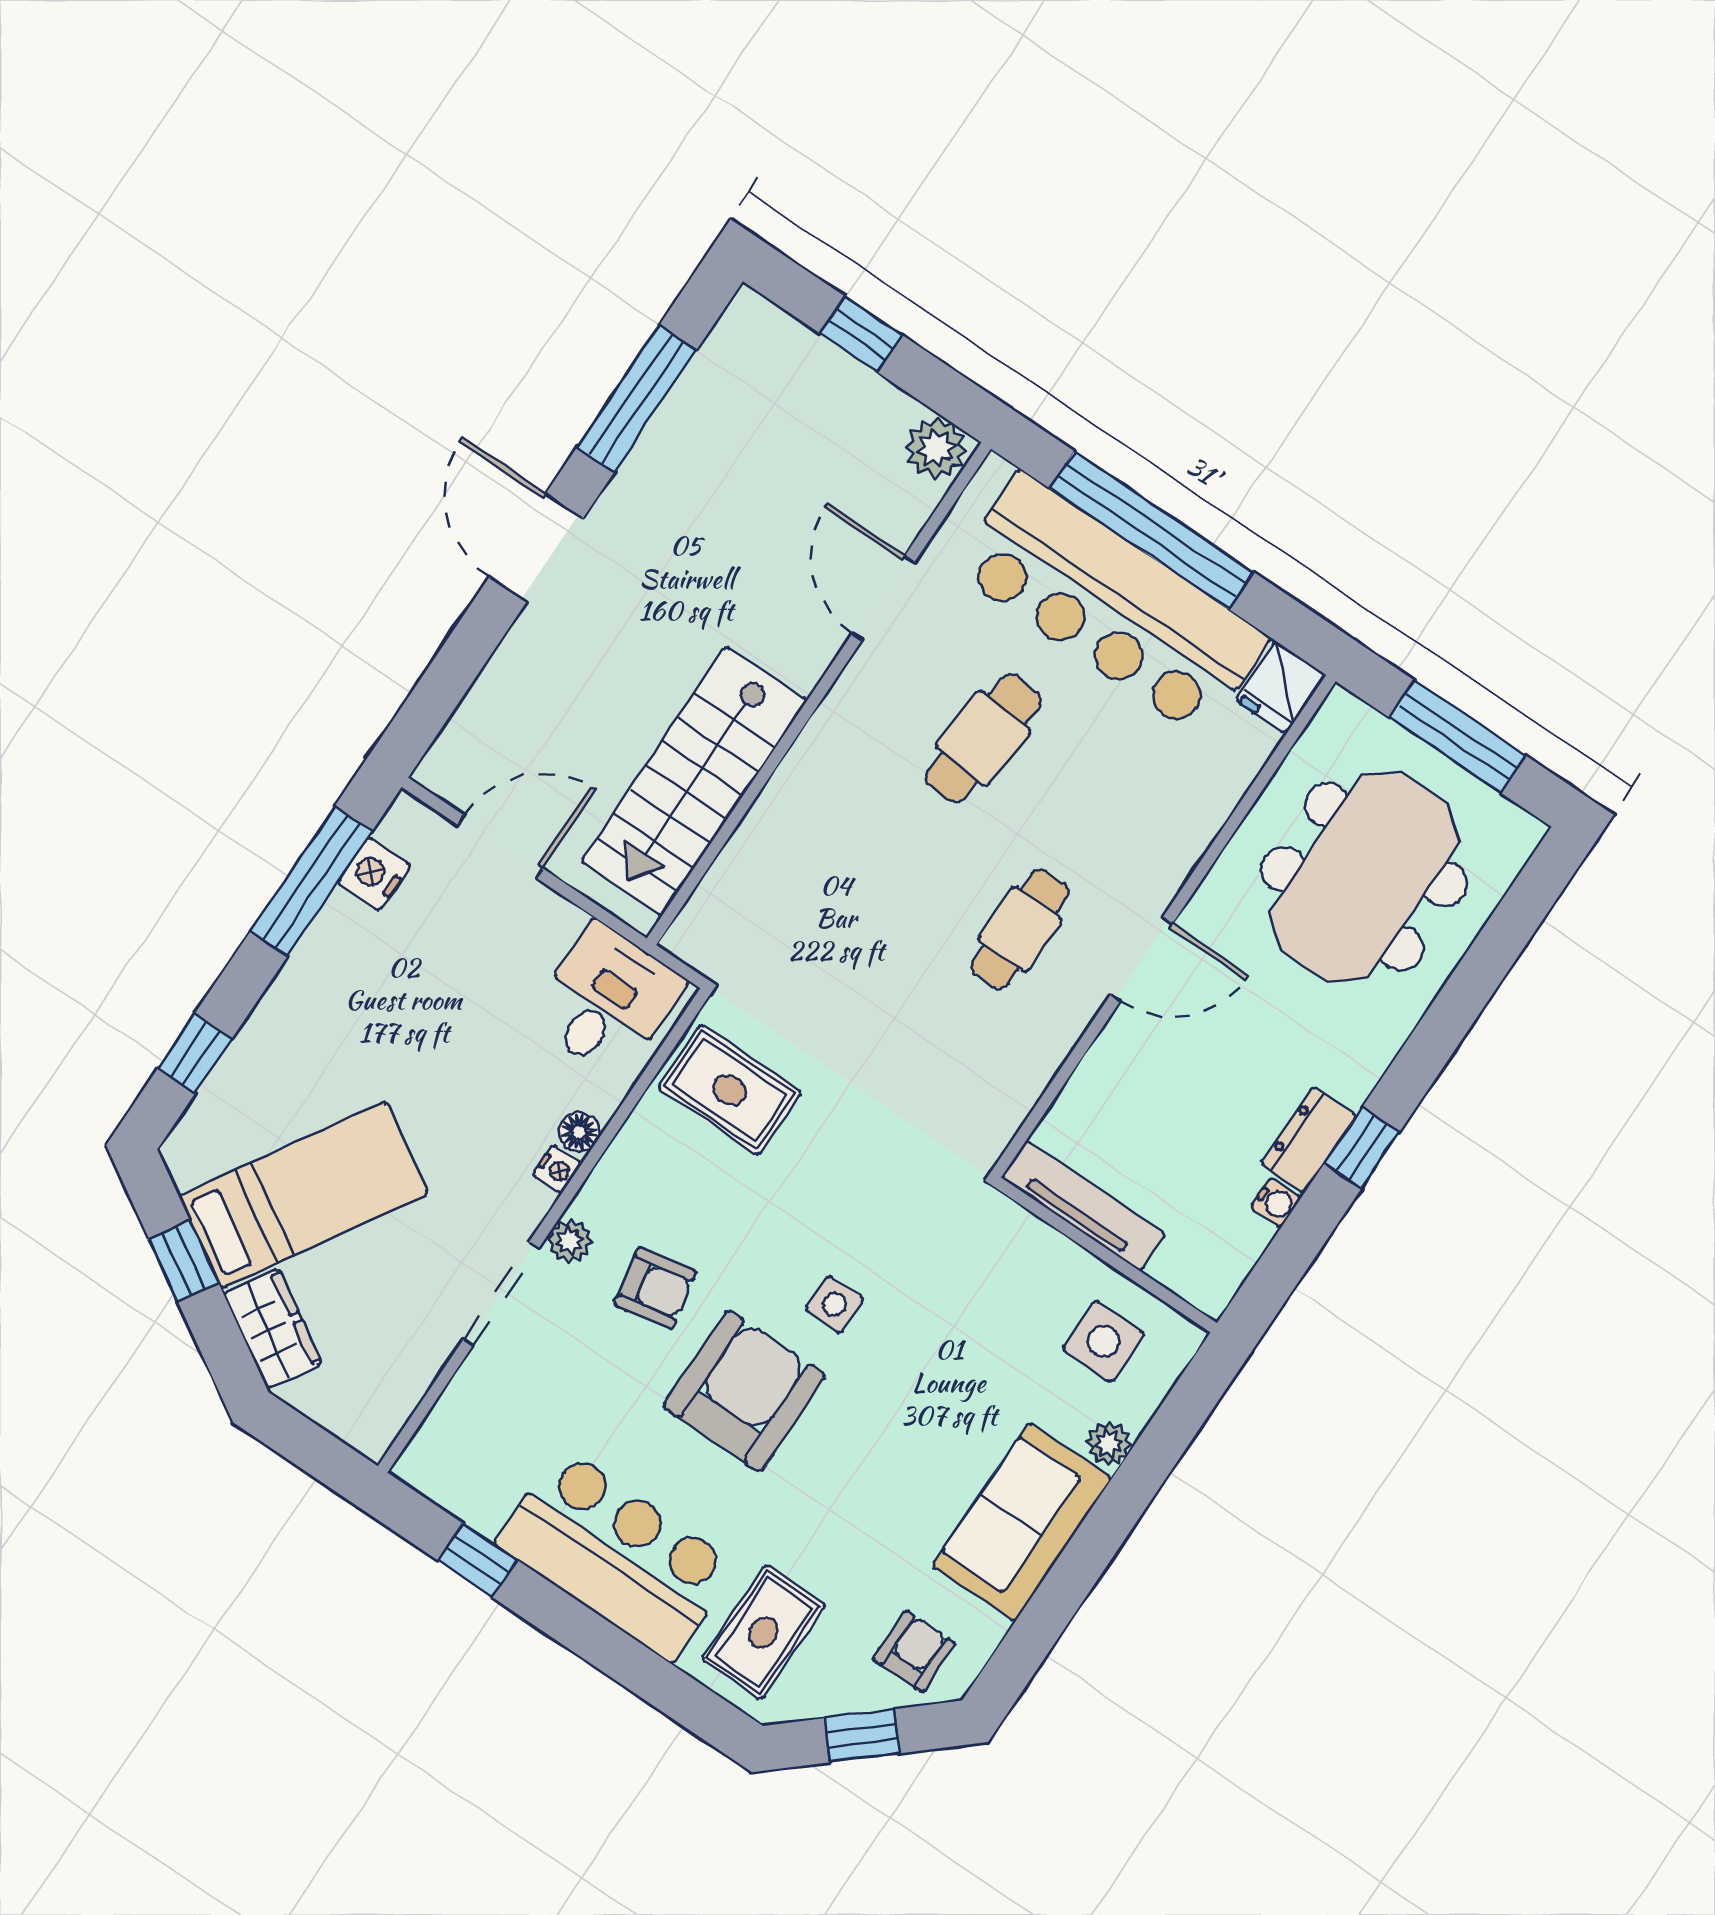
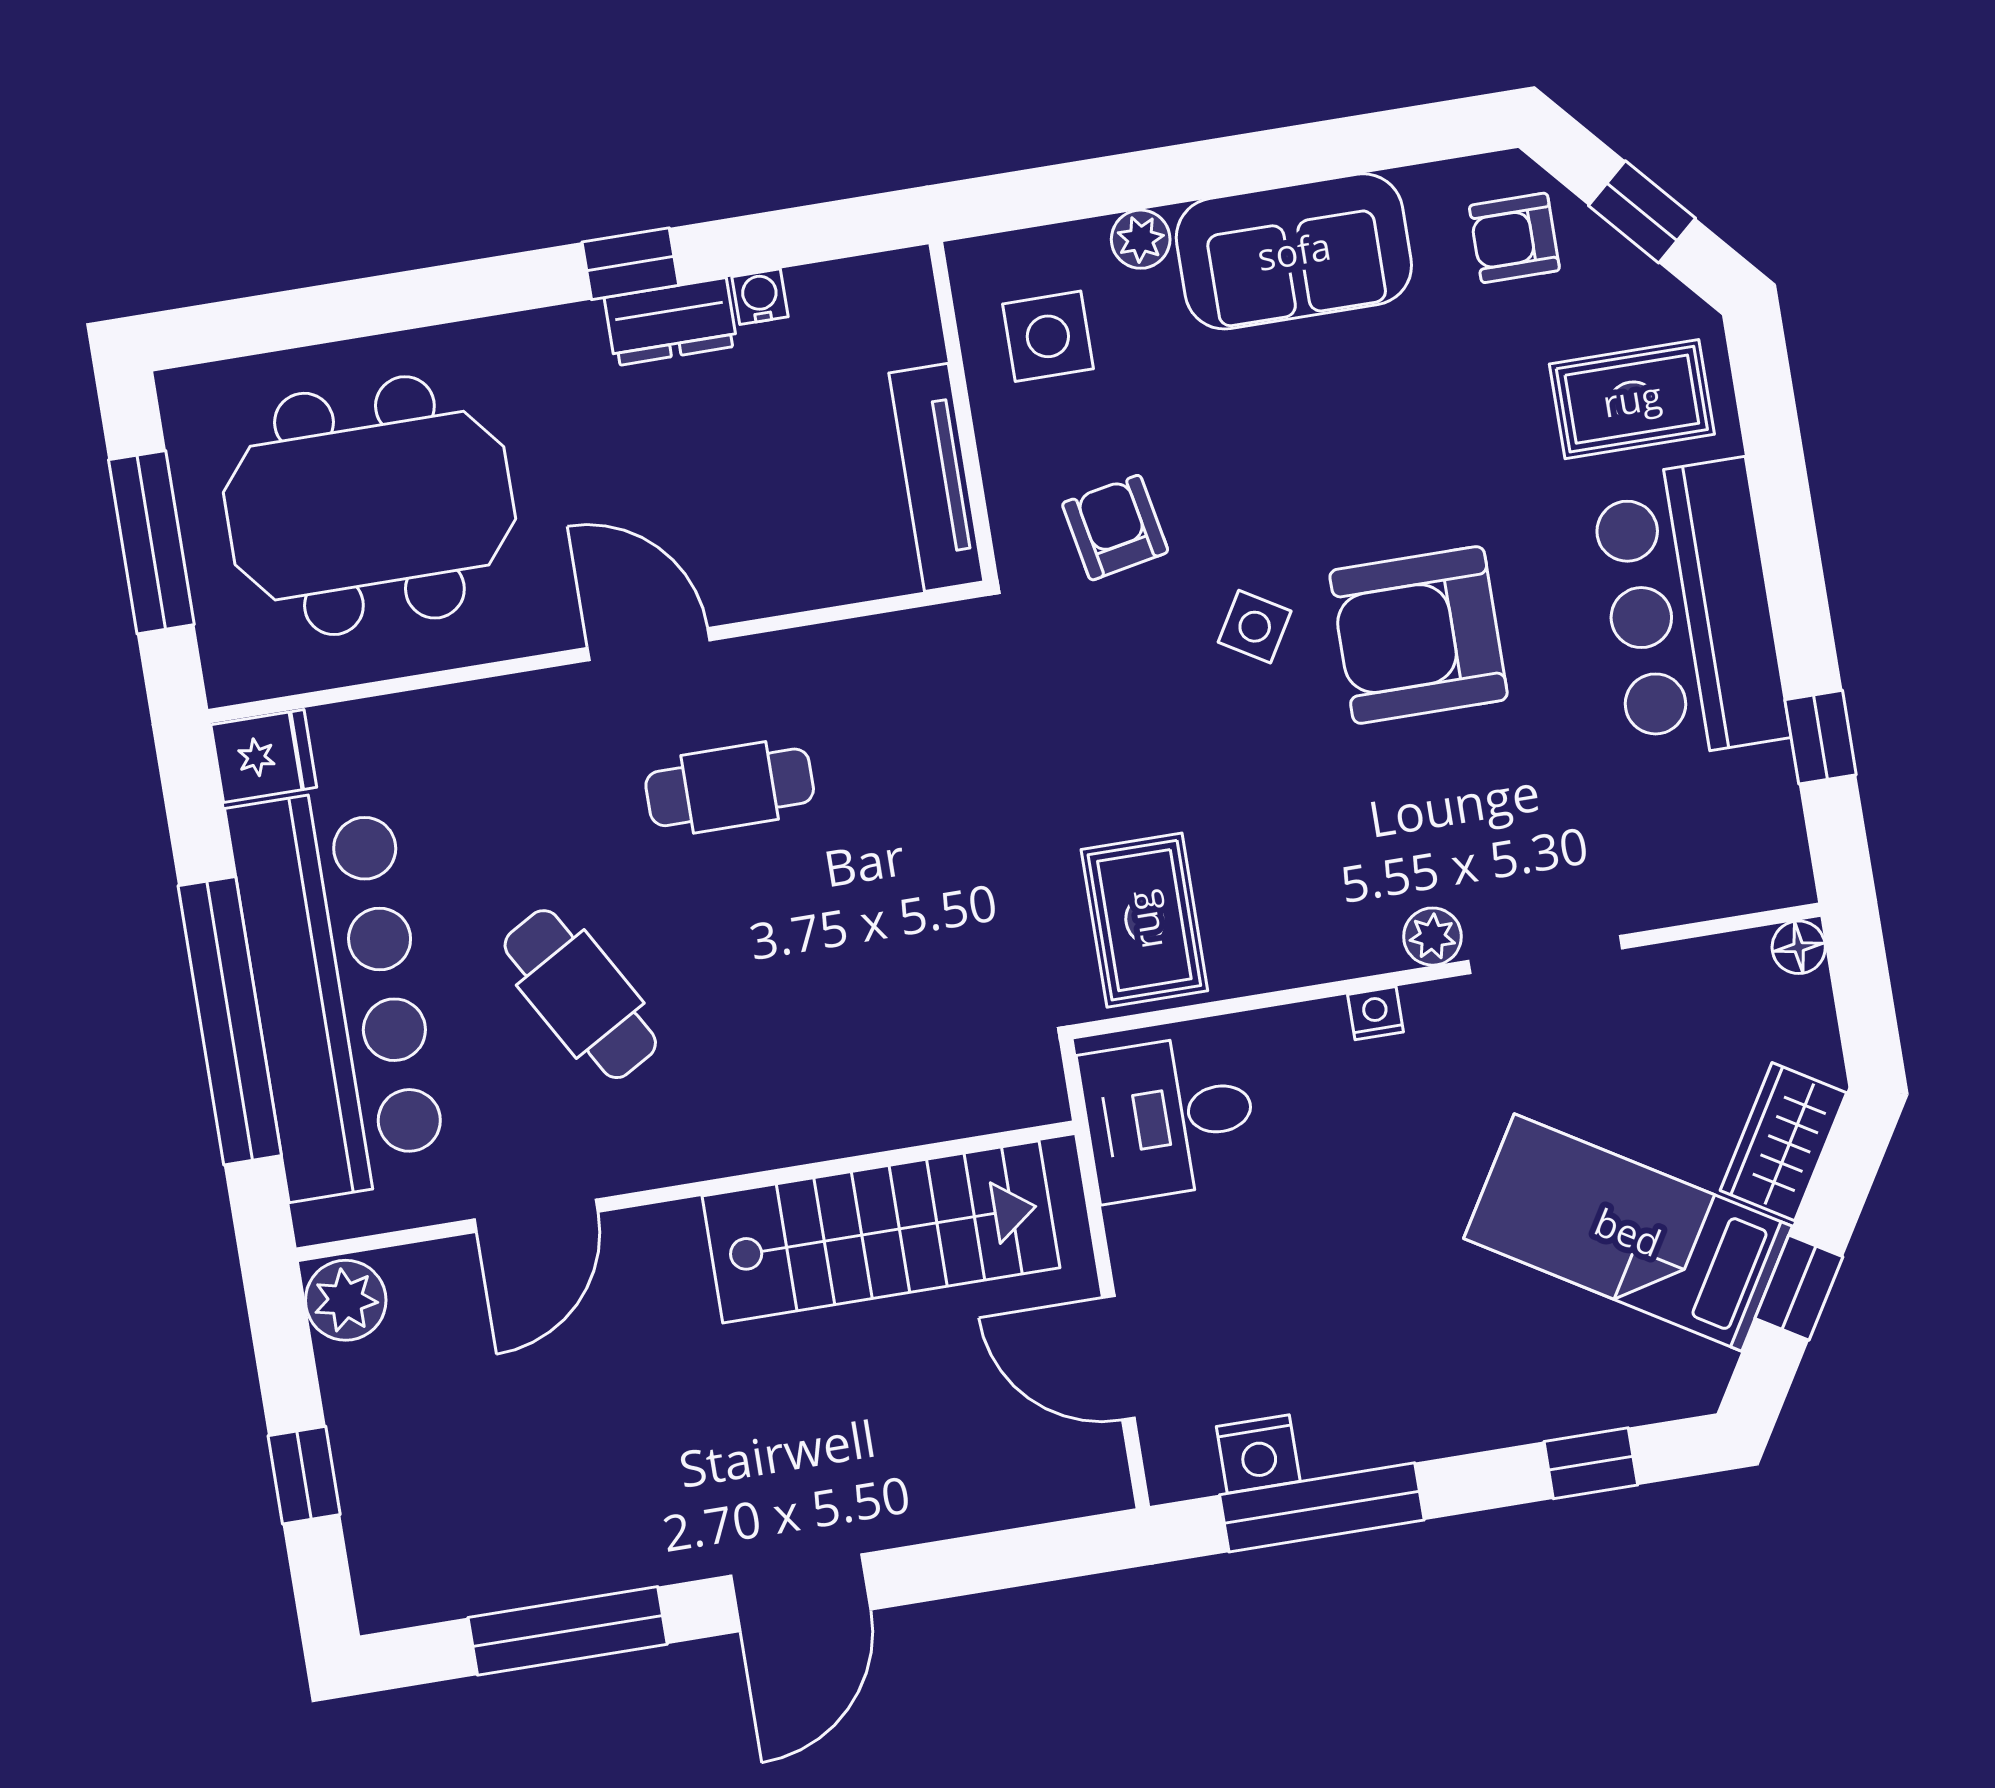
cafe table: (983, 738) -> (580, 994), turned 55
floor lamp: (579, 1132) -> (1799, 947), moved
armchair: (655, 1288) -> (1115, 528), moved
side table: (834, 1304) -> (1255, 627), turned 31

